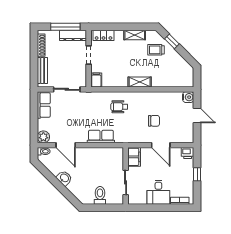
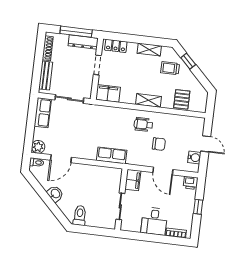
pallet: (170, 77) -> (182, 99), added
filing cabinet: (96, 80) -> (108, 93), width x2.00
water cooler: (188, 97) -> (194, 158), moved
wheelchair: (119, 107) -> (143, 124), moved
row of seats: (101, 137) -> (112, 155), moved
door: (66, 145) -> (61, 159), hinge flipped
toilet: (100, 195) -> (80, 215), moved

